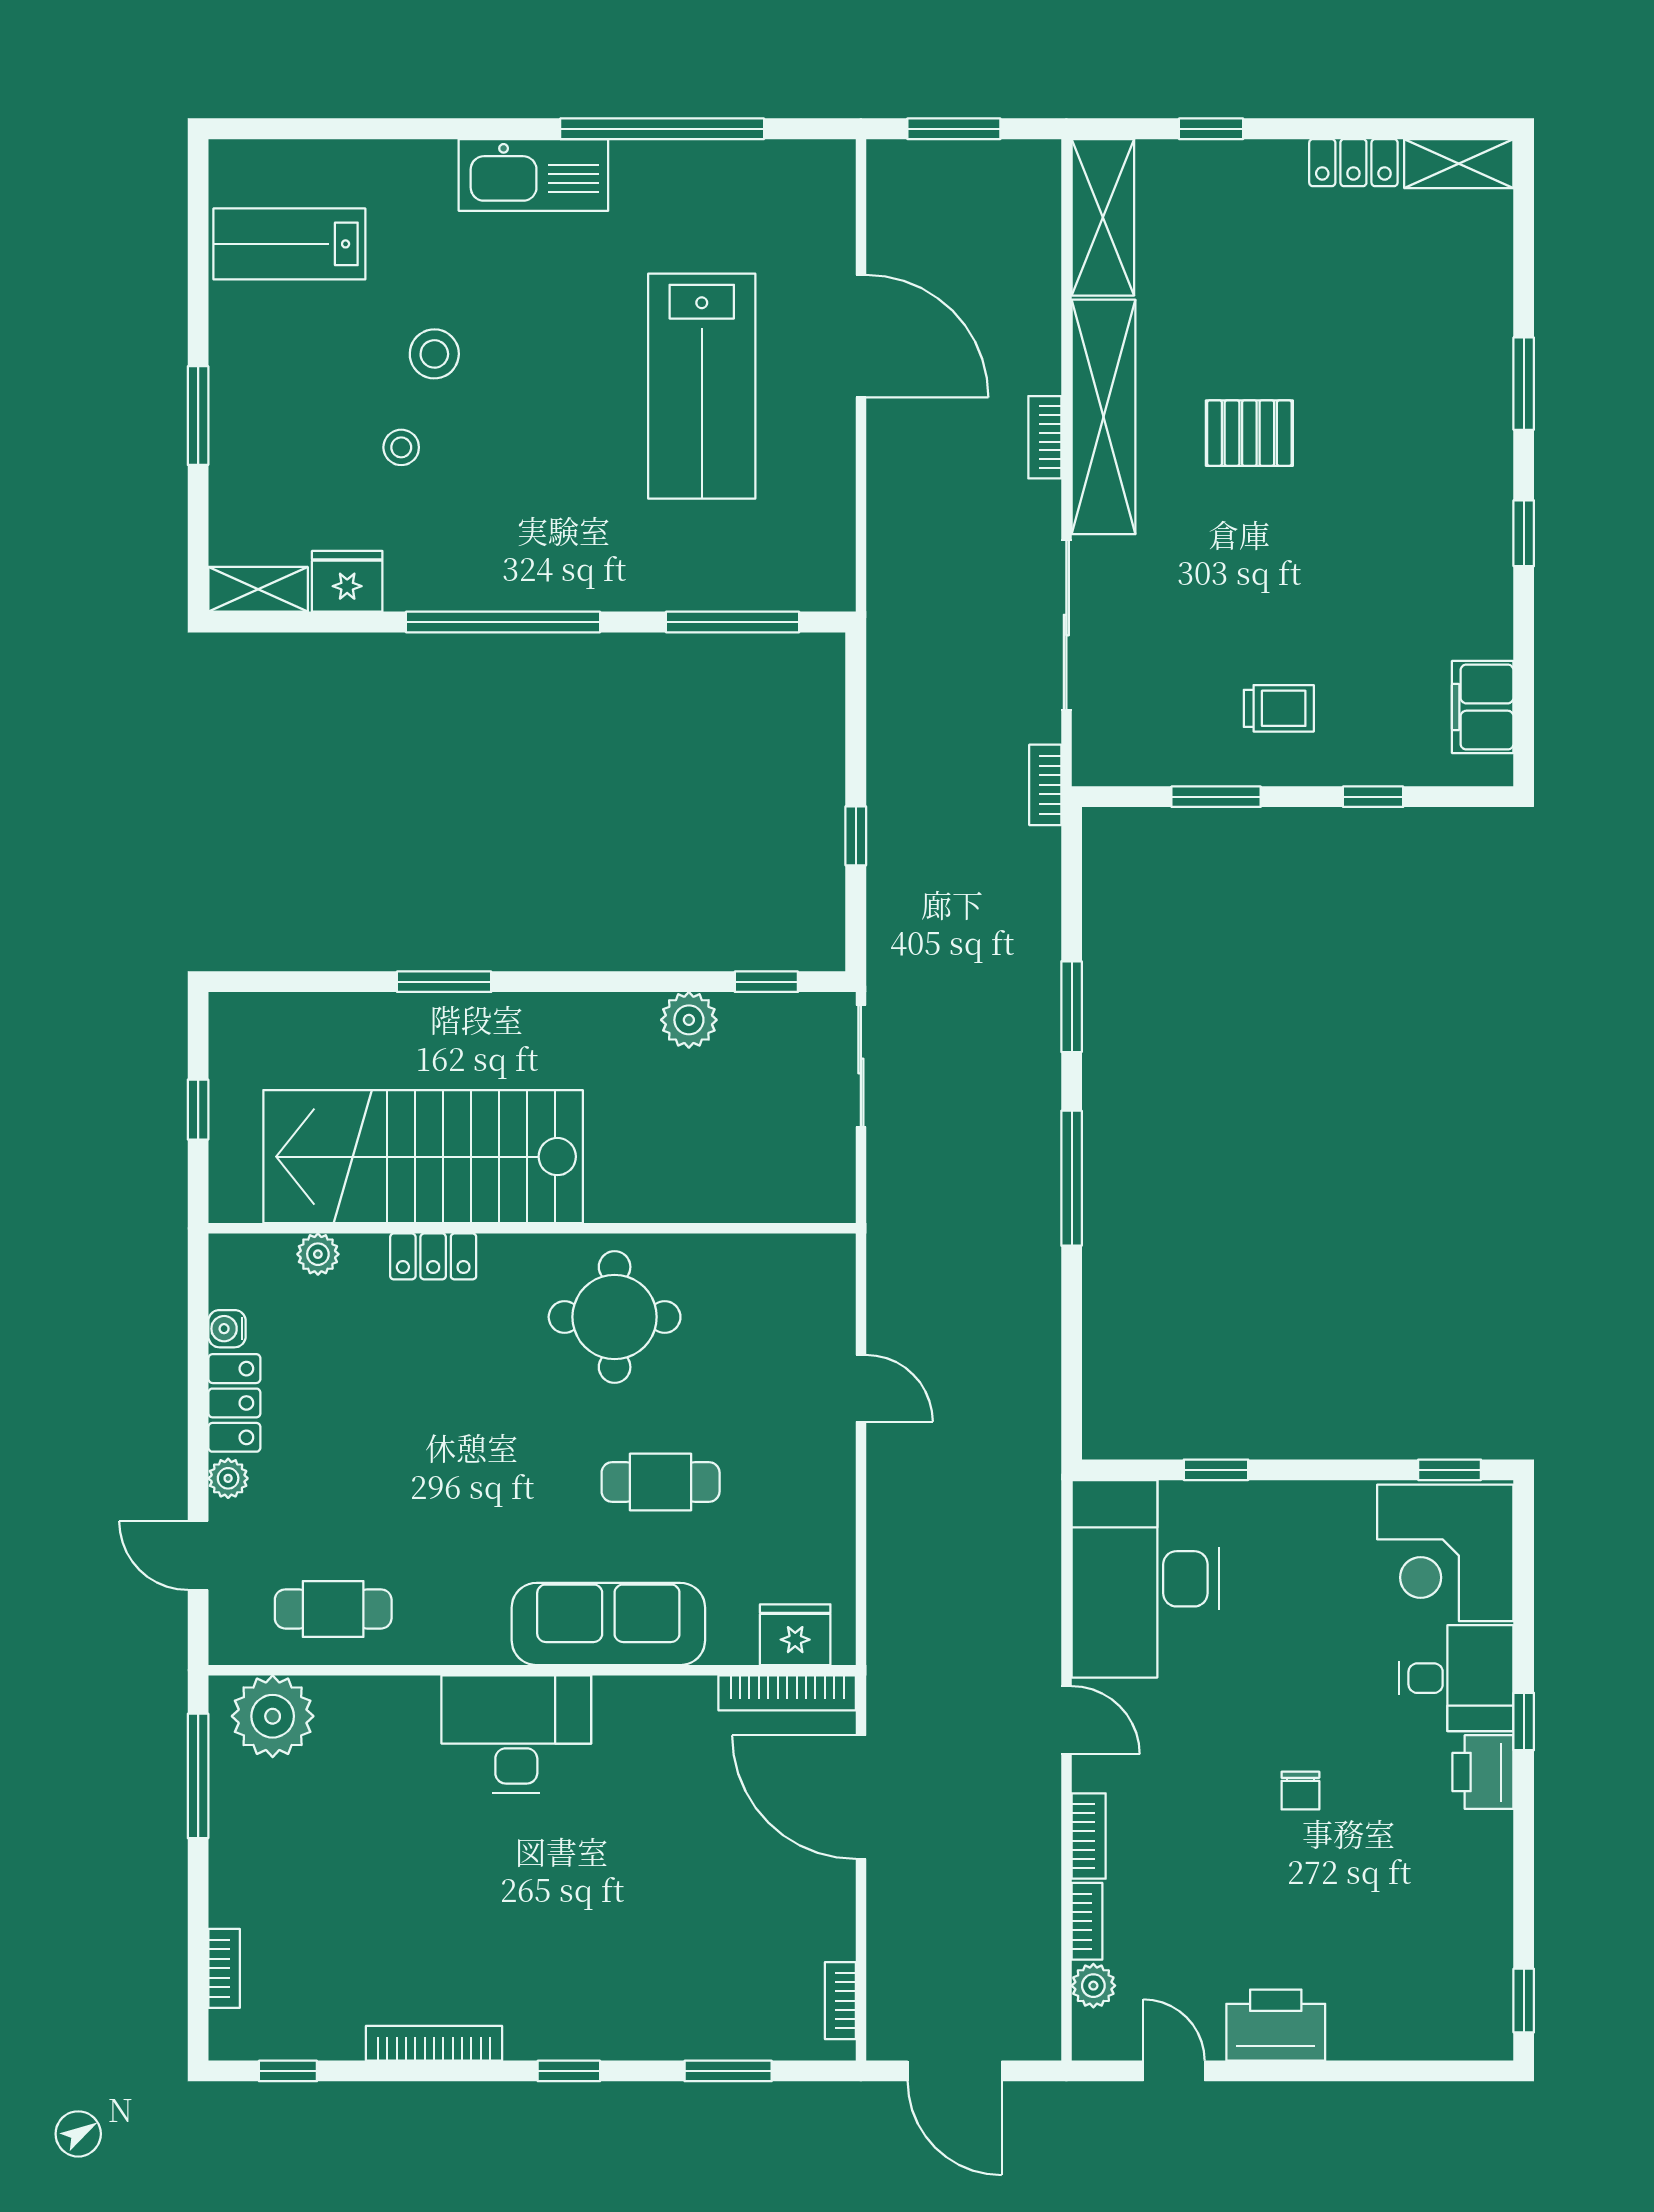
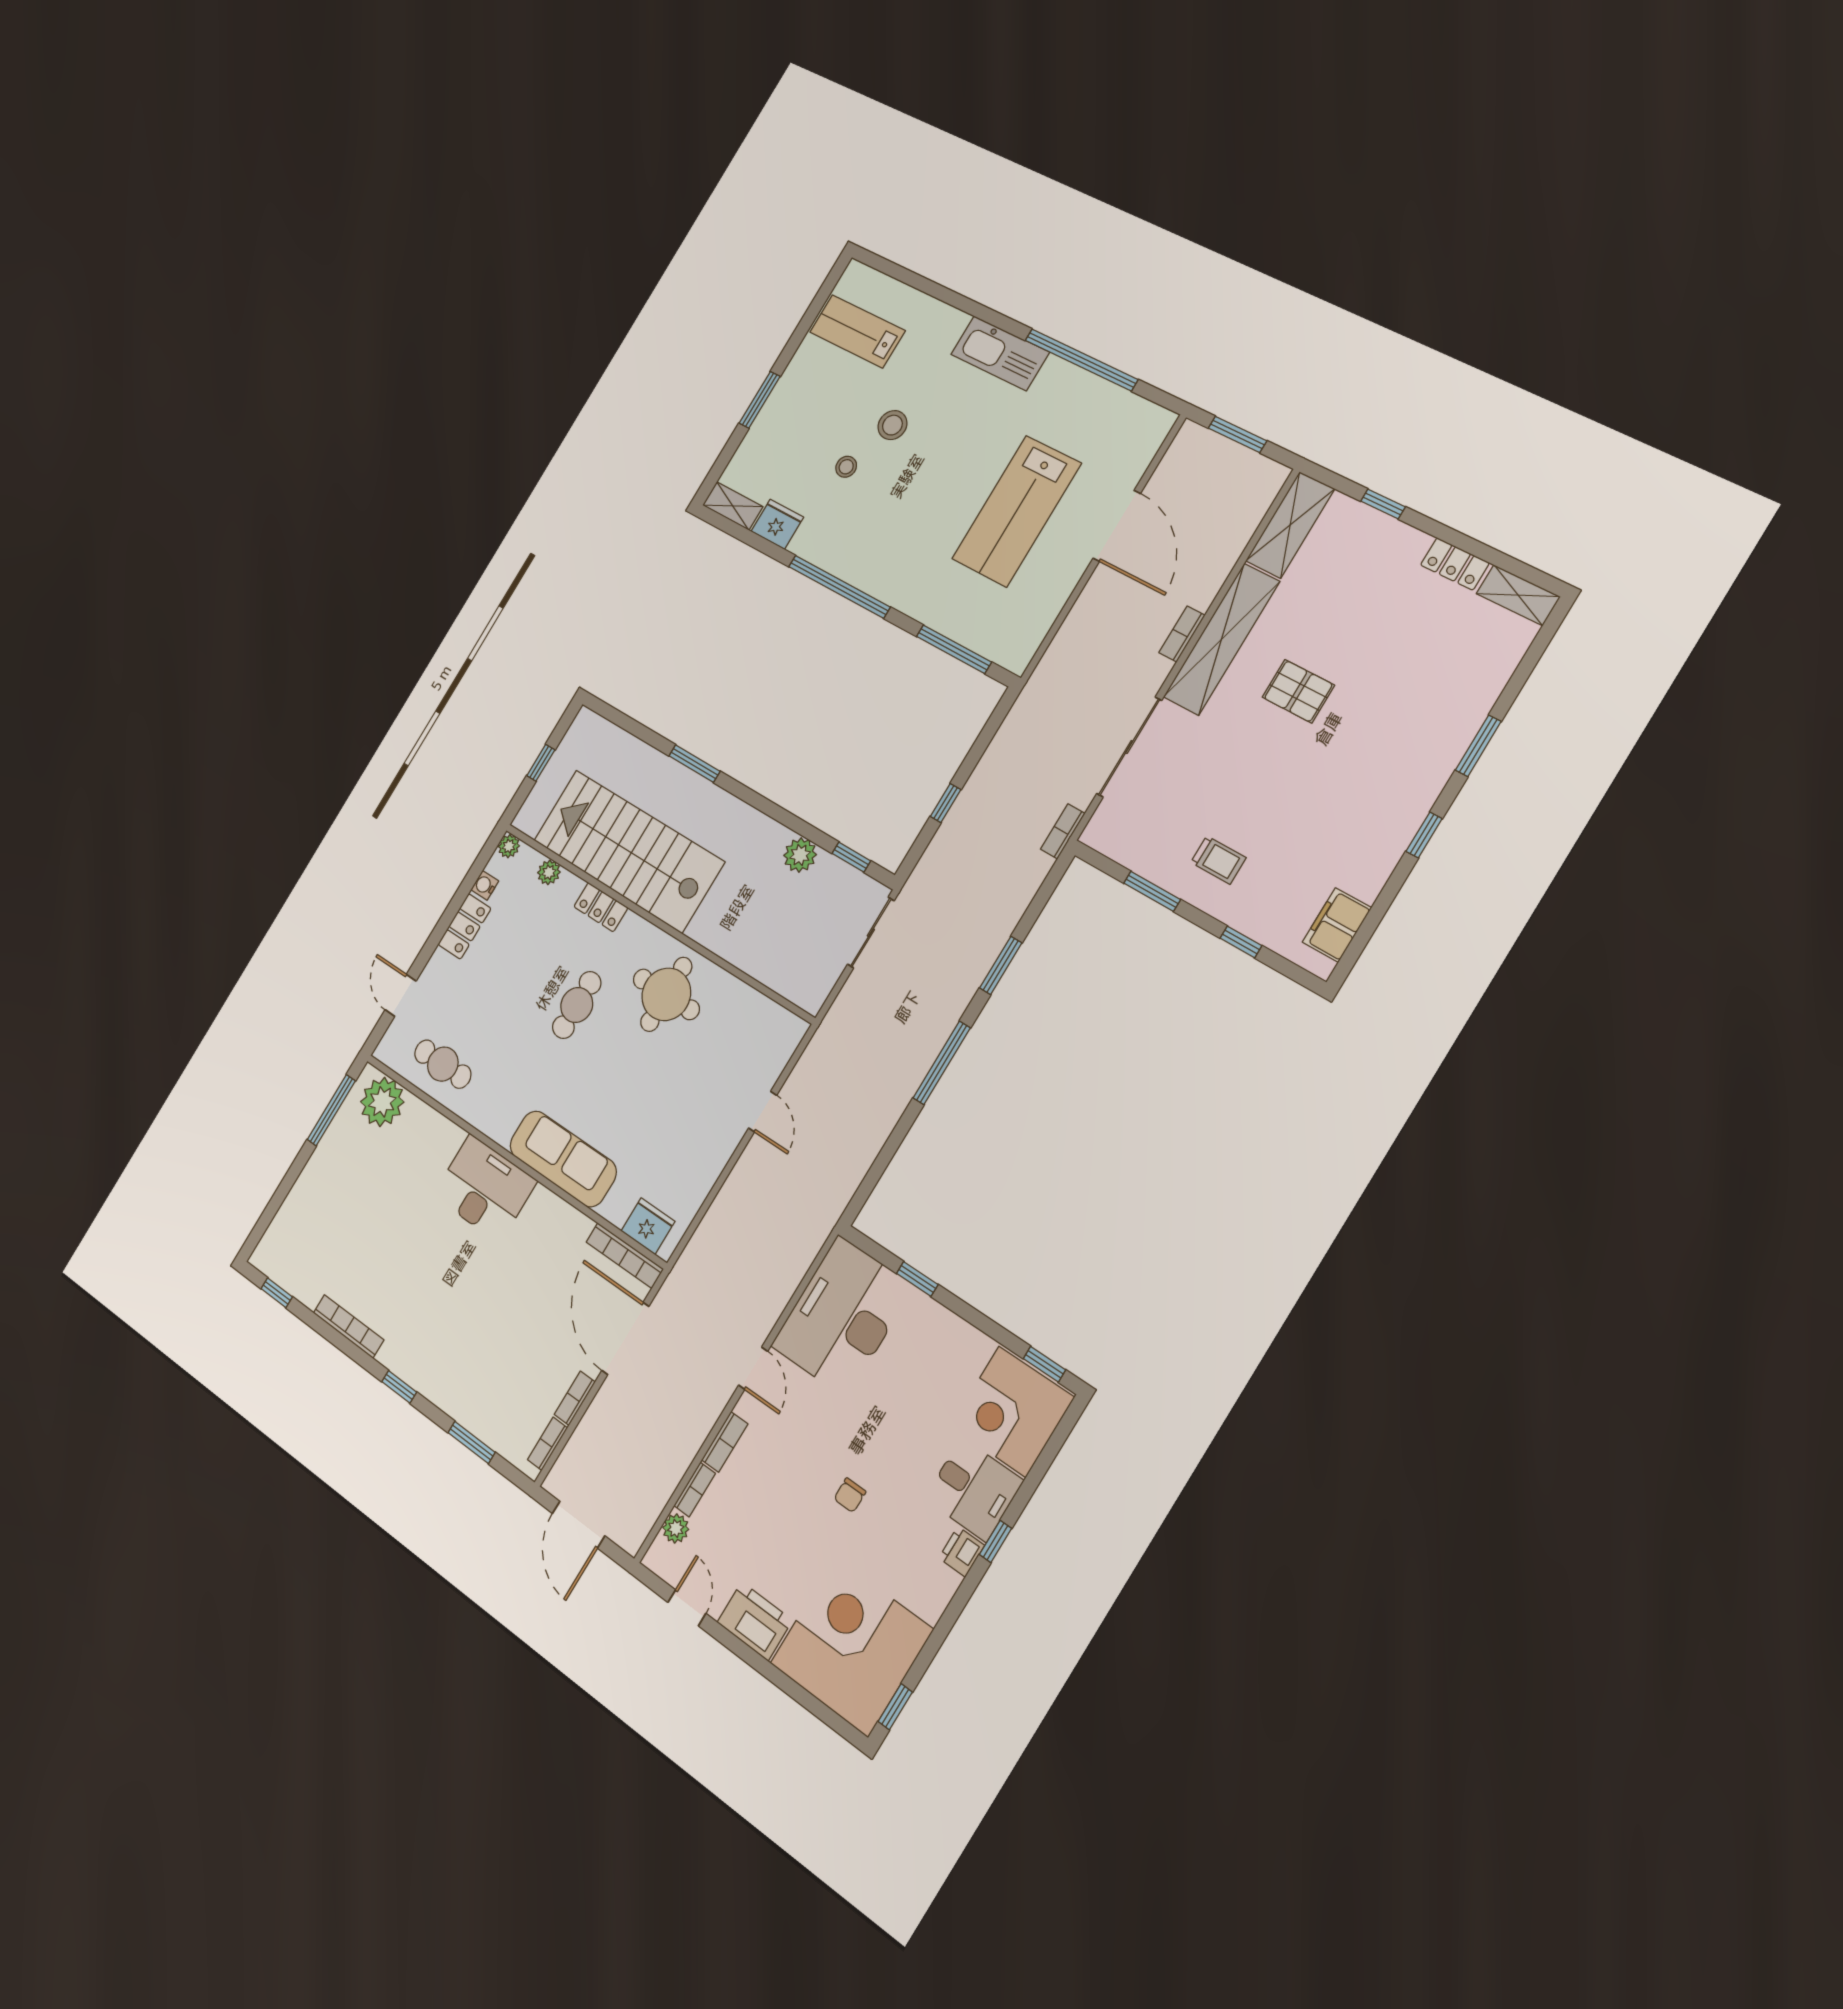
plant: (228, 1478) -> (509, 846), moved
cafe table: (661, 1482) -> (577, 1005), moved, turned 90
printer: (1483, 1772) -> (962, 1552), width x0.73, depth x0.81
bookcase: (224, 1968) -> (575, 1398), moved, turned 180
corner desk: (1421, 1969) -> (851, 1646), added

